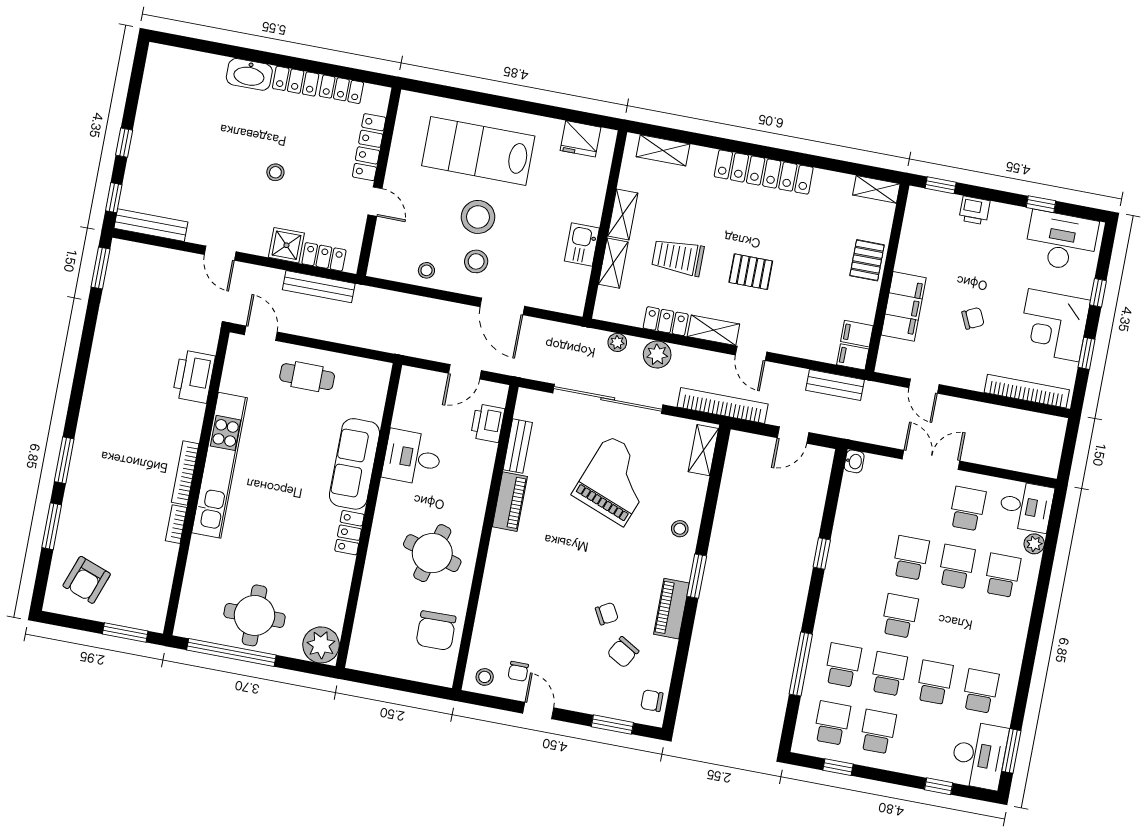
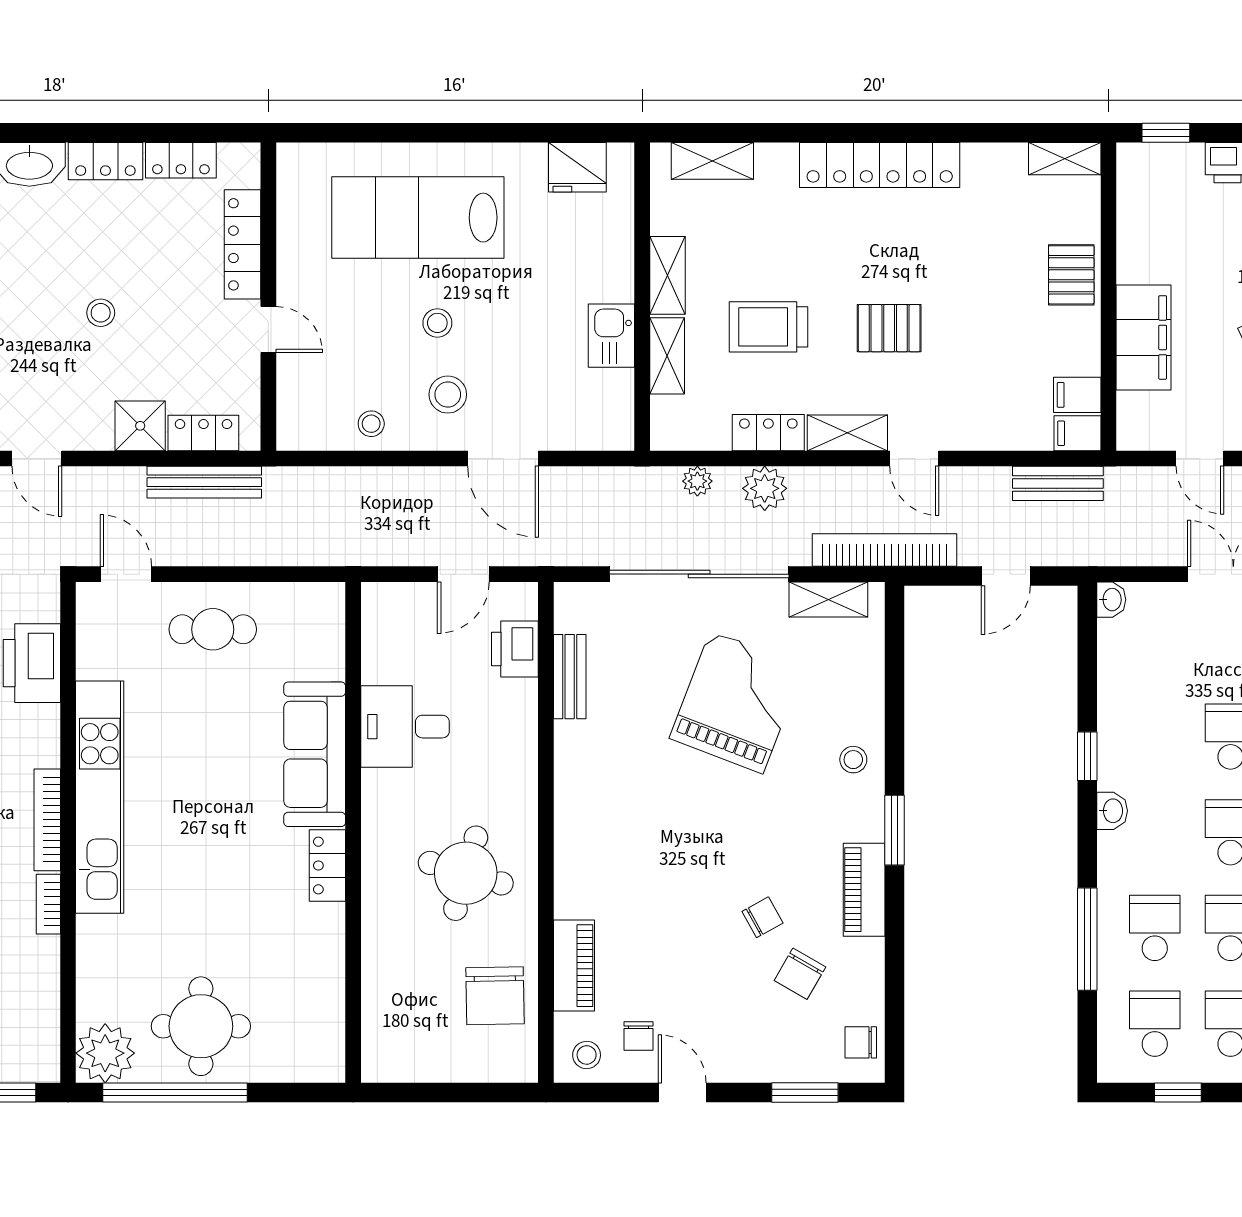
stool: (478, 217) -> (437, 323), width x0.53, depth x0.53
shelving: (703, 450) -> (828, 599), moved, turned 90
piano: (510, 502) -> (574, 966), moved
washbasin: (830, 589) -> (1112, 811), added
plant: (321, 645) -> (105, 1053), moved

